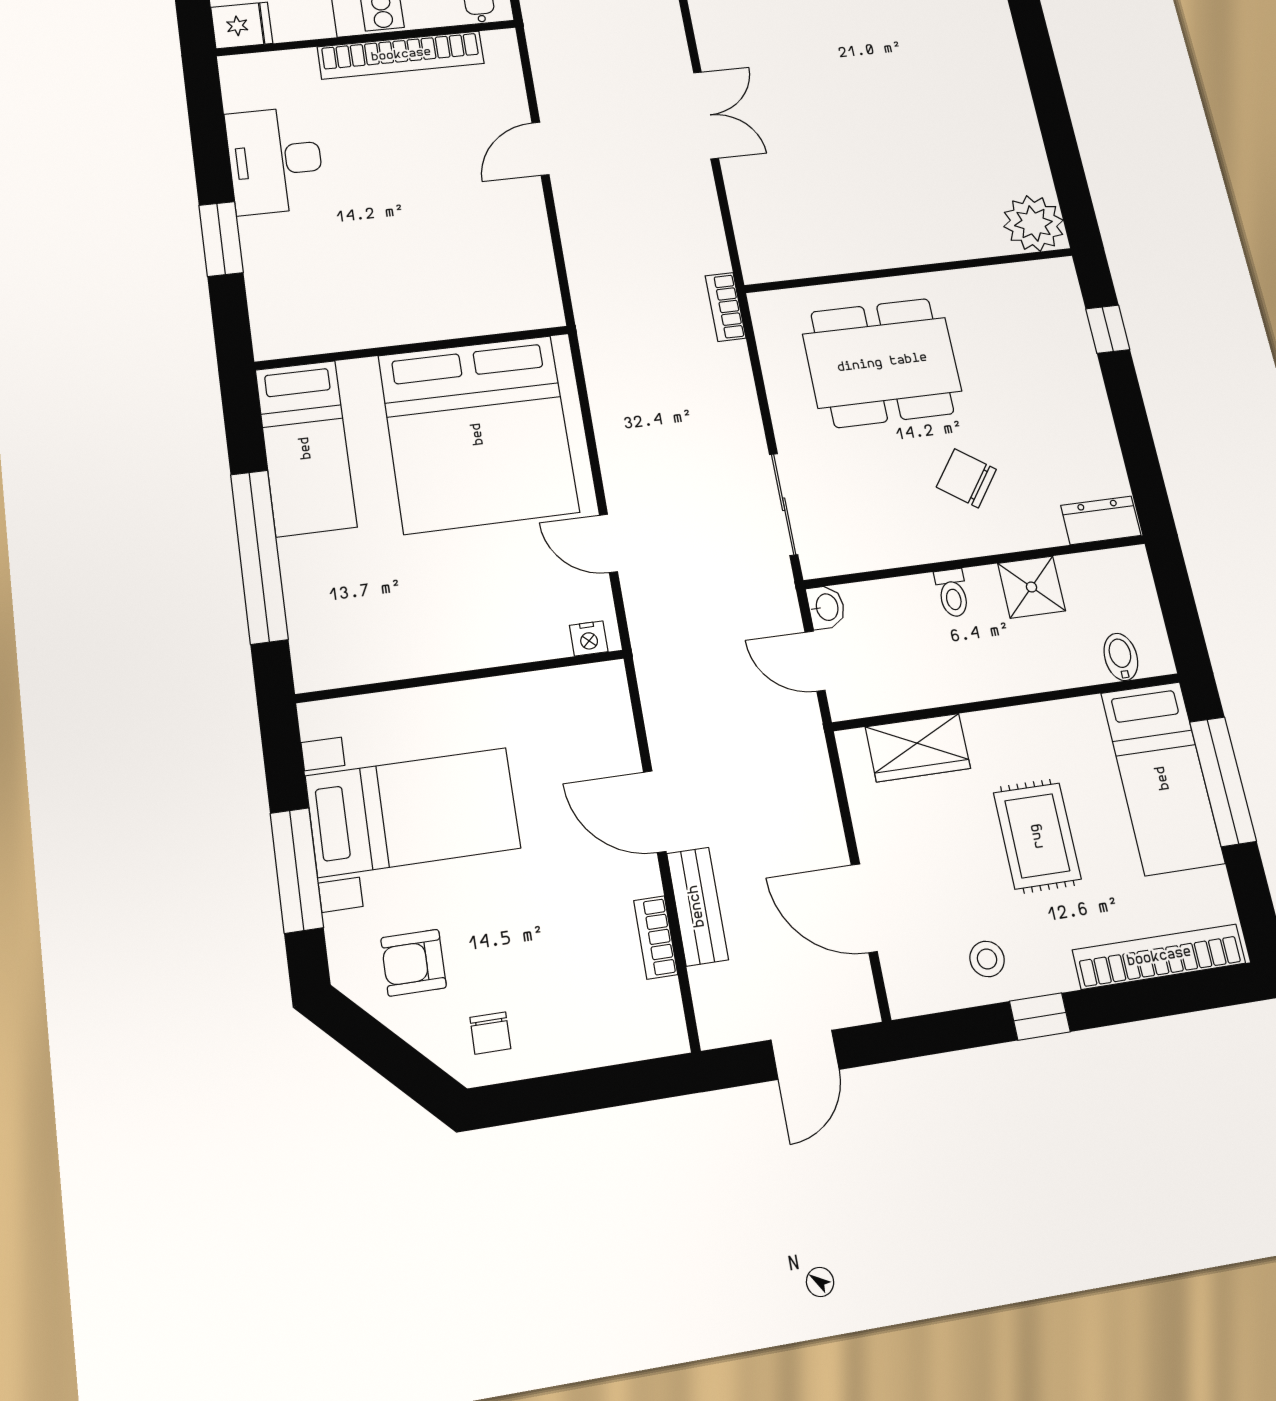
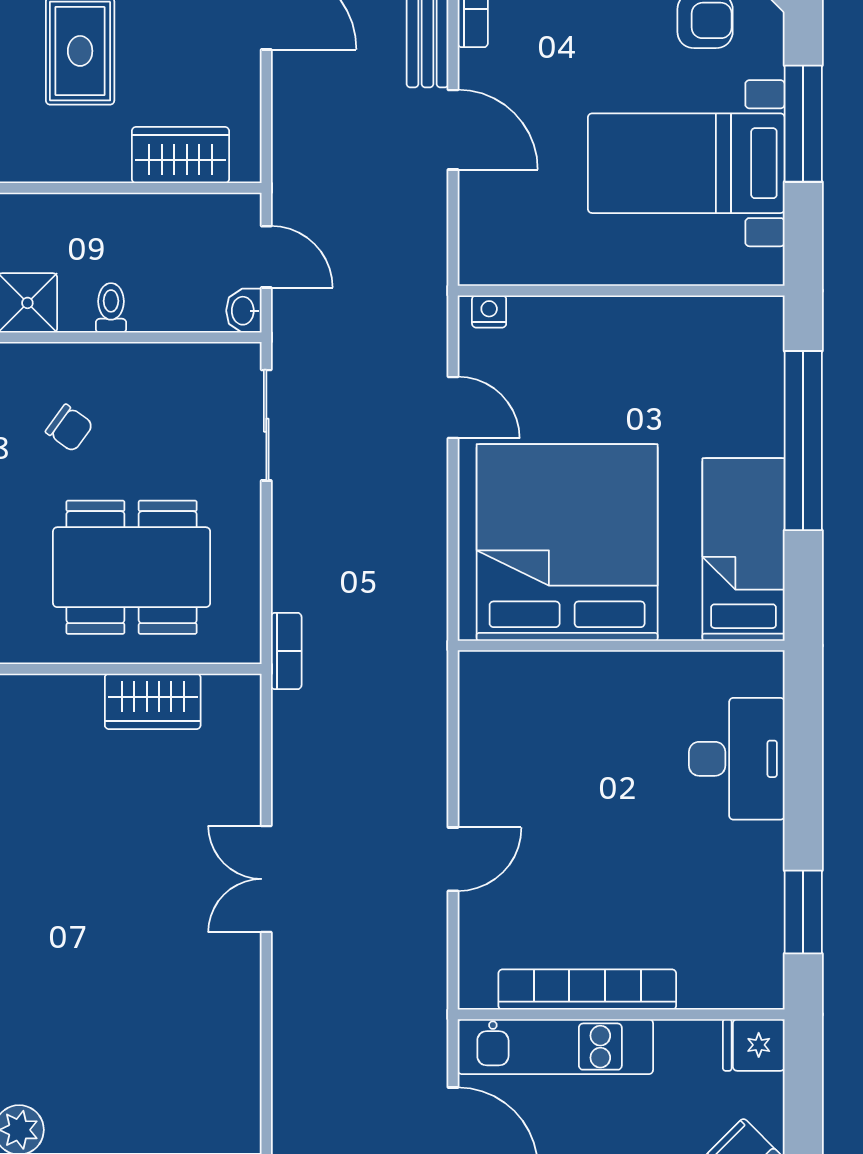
desk: (275, 160) -> (737, 759), moved
window: (221, 239) -> (803, 912), moved
wardrobe: (838, 250) -> (153, 701), added
chair: (966, 478) -> (69, 428), width x0.73, depth x0.73

